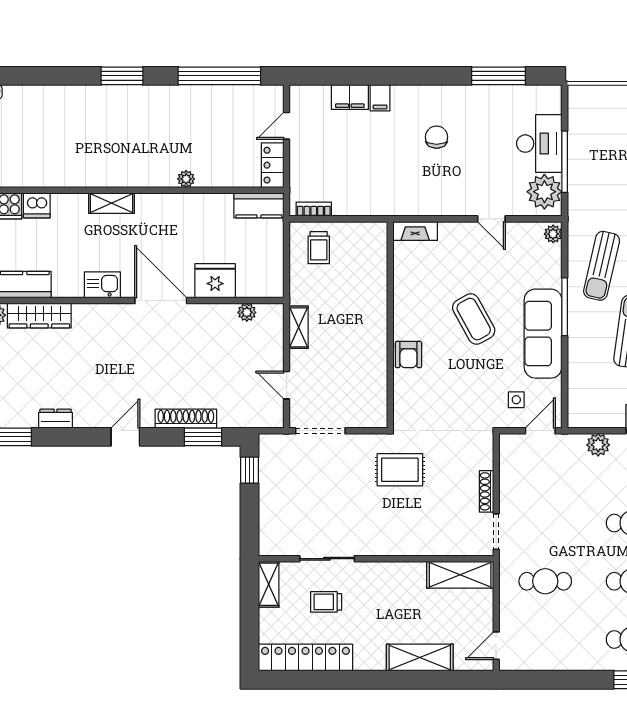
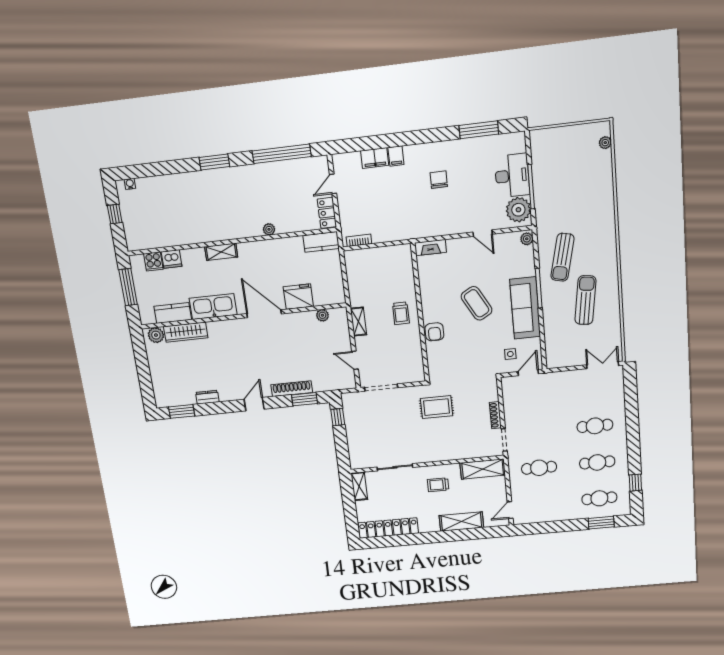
trolley: (319, 248) -> (401, 313), moved
kitchen sink: (102, 285) -> (213, 307), width x1.88, depth x1.24
plant: (598, 445) -> (568, 378), removed
trolley: (326, 602) -> (438, 485), moved

